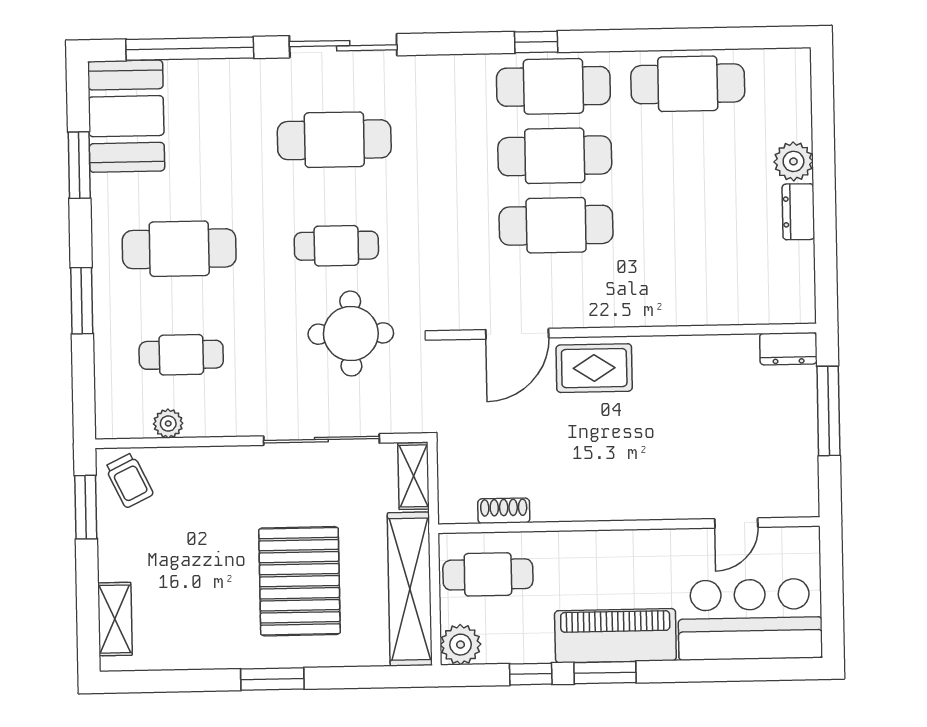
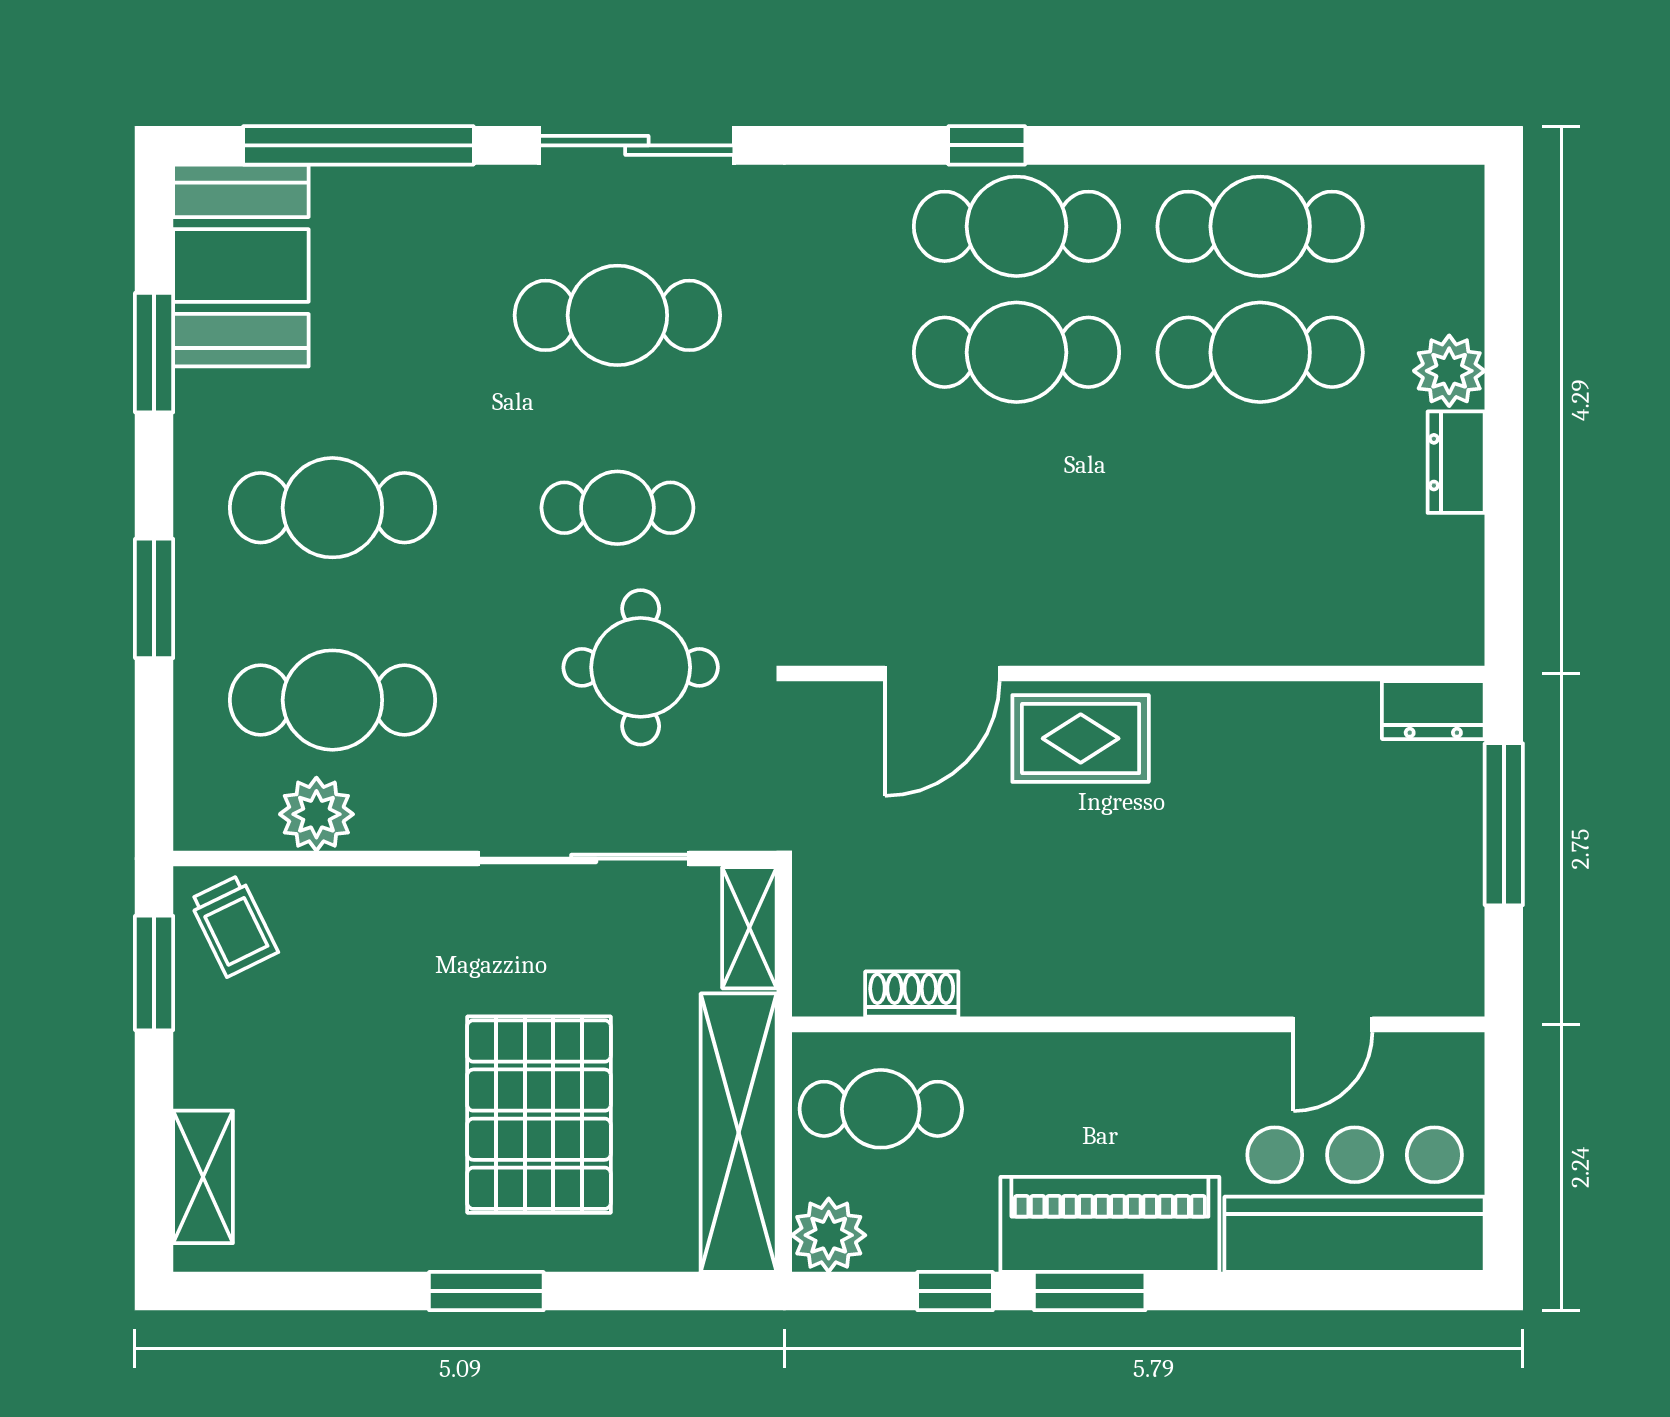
cafe table: (556, 225) -> (1260, 352), moved
cafe table: (181, 355) -> (332, 700), width x1.37, depth x1.35
plant: (168, 424) -> (316, 814), width x1.38, depth x1.38

